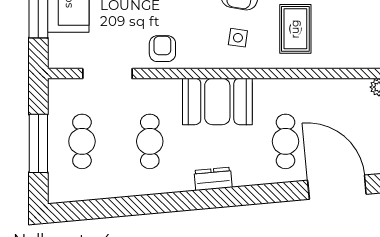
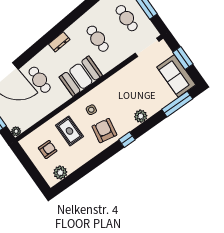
armchair: (162, 49) -> (48, 149), moved, turned -90
doorway: (107, 74) -> (147, 47), moved

